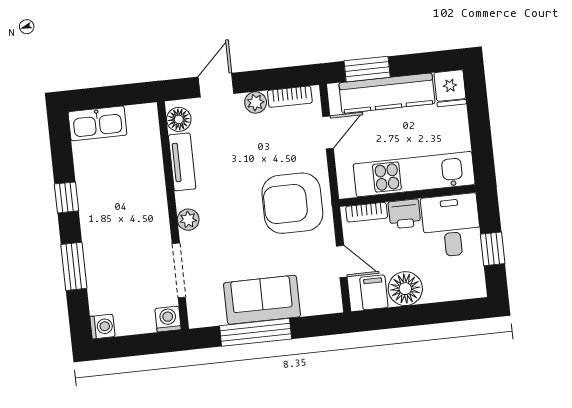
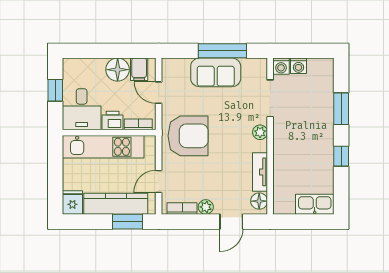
washing machine: (102, 327) -> (298, 66), moved, turned -90

